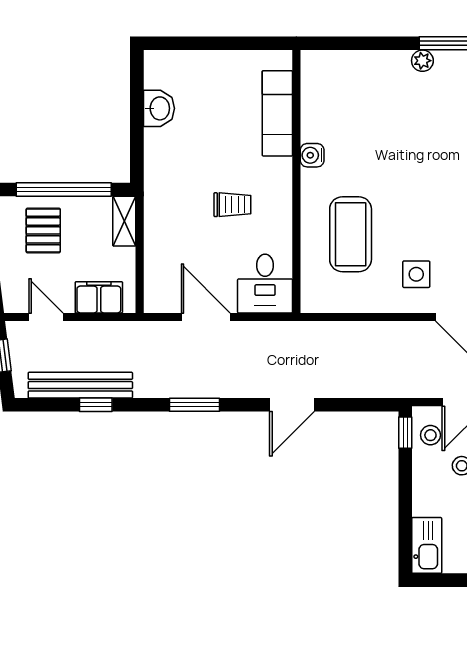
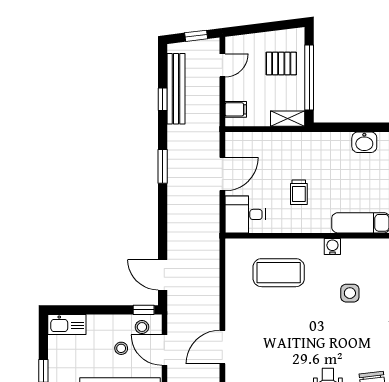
side table: (416, 274) -> (350, 293), moved
filing cabinet: (99, 297) -> (236, 109), width x0.50
door: (292, 405) -> (163, 275), moved

